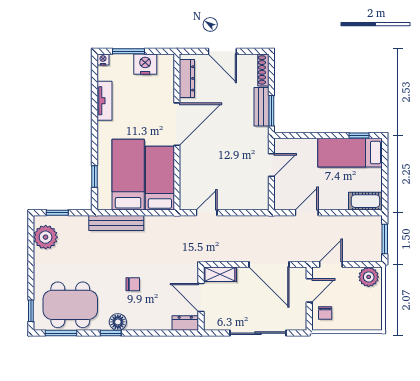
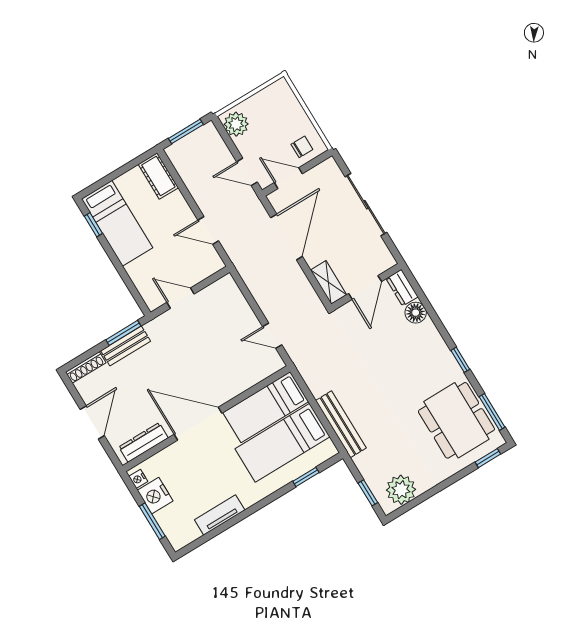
nightstand: (103, 59) -> (138, 479), moved
chair: (133, 284) -> (395, 368), removed
floor lamp: (118, 322) -> (416, 313), moved

